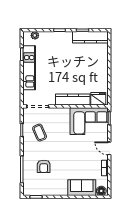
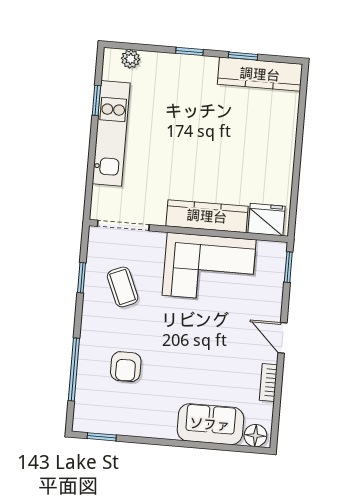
corner sofa: (89, 121) -> (209, 267), moved

